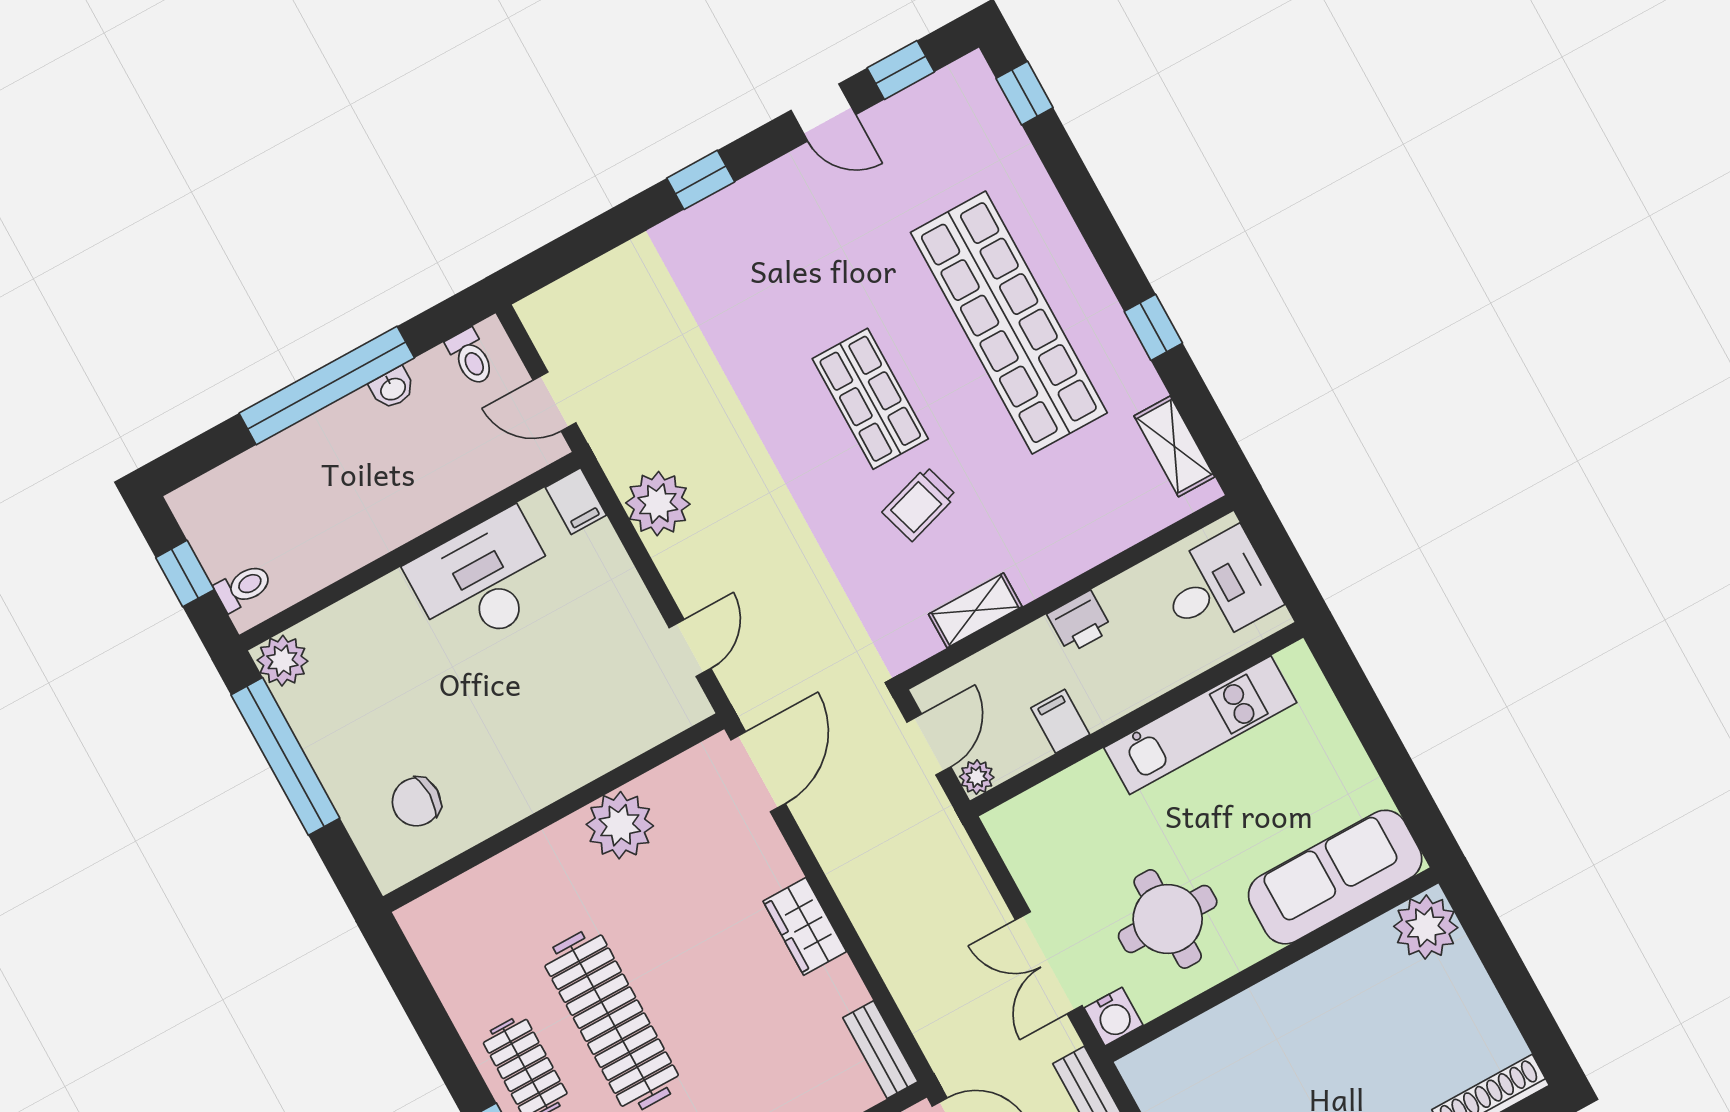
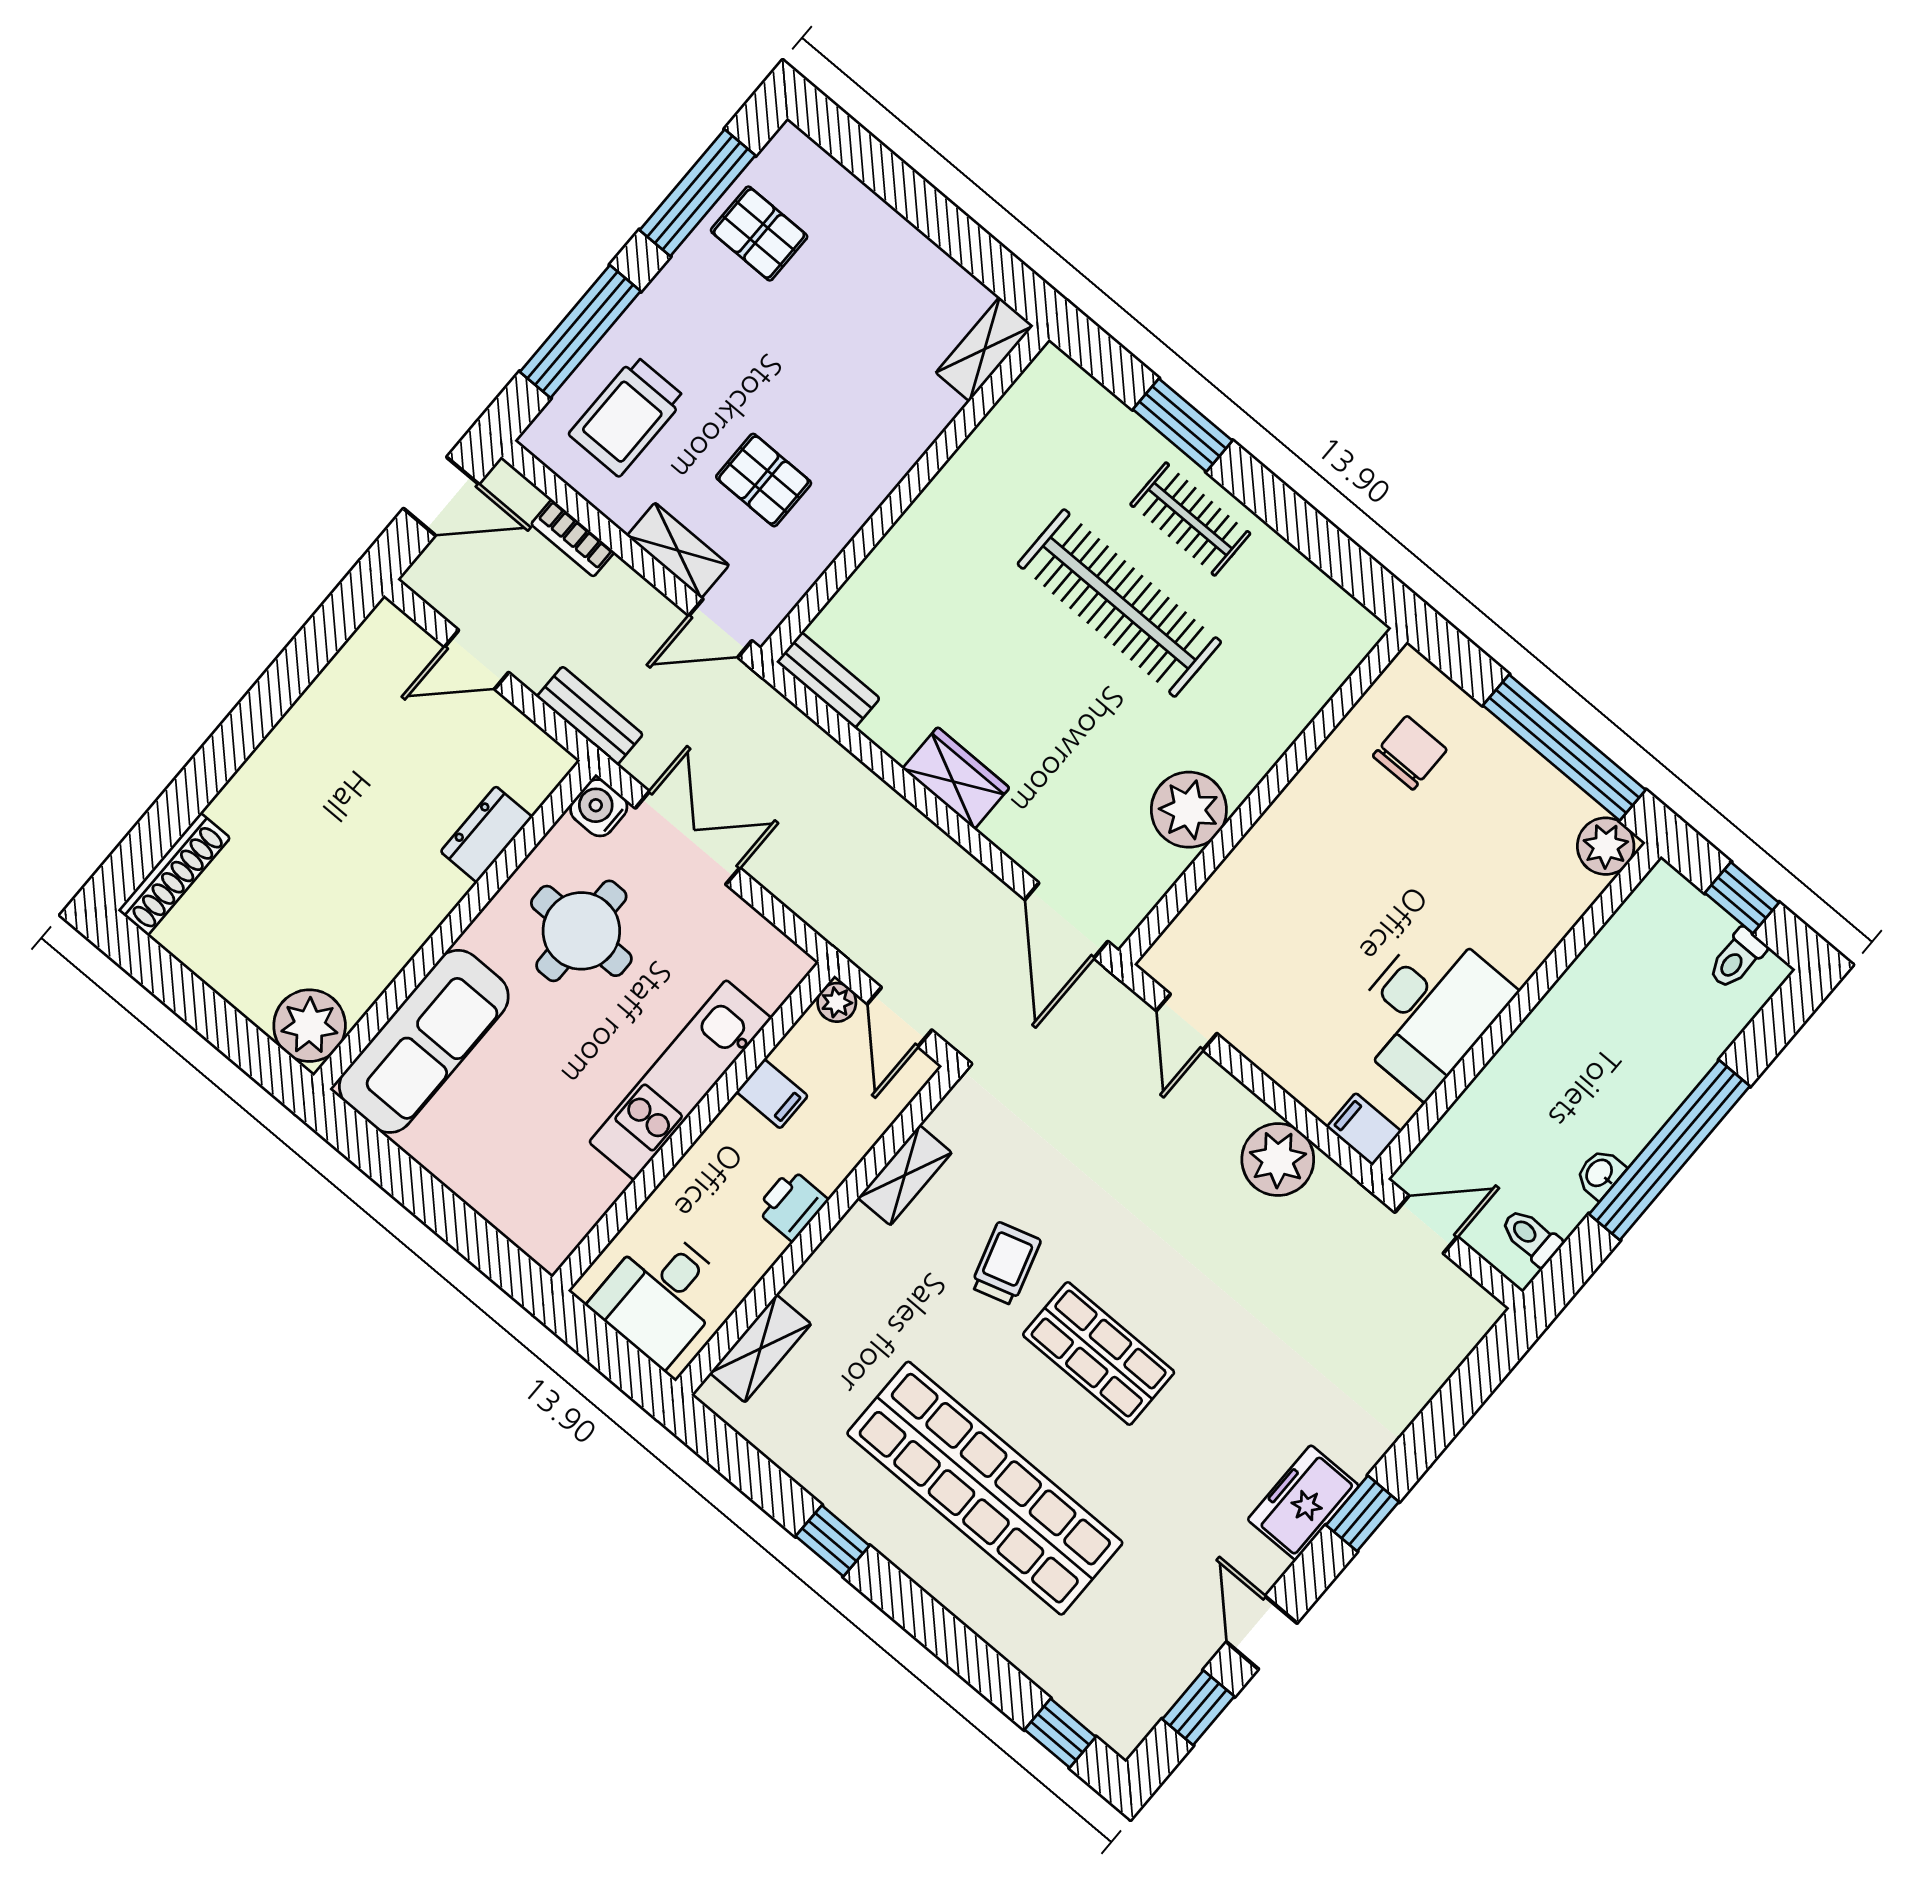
door: (823, 112) -> (1262, 1633), hinge flipped
freezer: (747, 208) -> (1303, 1503), added
shelving: (1174, 446) -> (761, 1348), moved, turned 90
toilet: (243, 587) -> (1737, 959), moved
kitchen unit: (1200, 725) -> (680, 1080), moved
dresser: (1216, 1030) -> (486, 834), added

